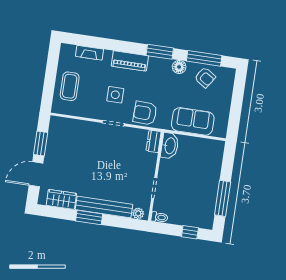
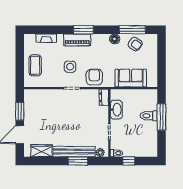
window: (160, 52) -> (83, 30), moved
armchair: (145, 113) -> (94, 77), turned 88
washbasin: (170, 146) -> (116, 110), moved
toilet: (209, 174) -> (149, 116), added
window: (223, 198) -> (161, 117), moved
window: (89, 217) -> (78, 161), moved
window: (190, 232) -> (129, 161), moved

